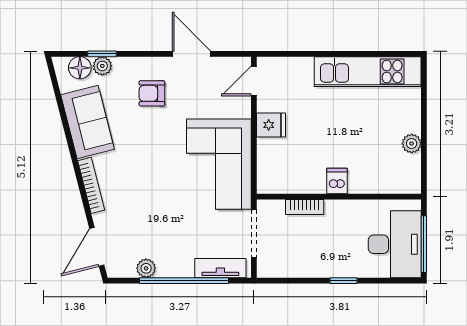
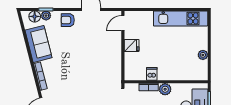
armchair: (152, 93) -> (68, 20), moved
corner sofa: (219, 164) -> (105, 65), removed
dishwasher: (337, 181) -> (152, 74), moved
plant: (337, 211) -> (165, 89), added

